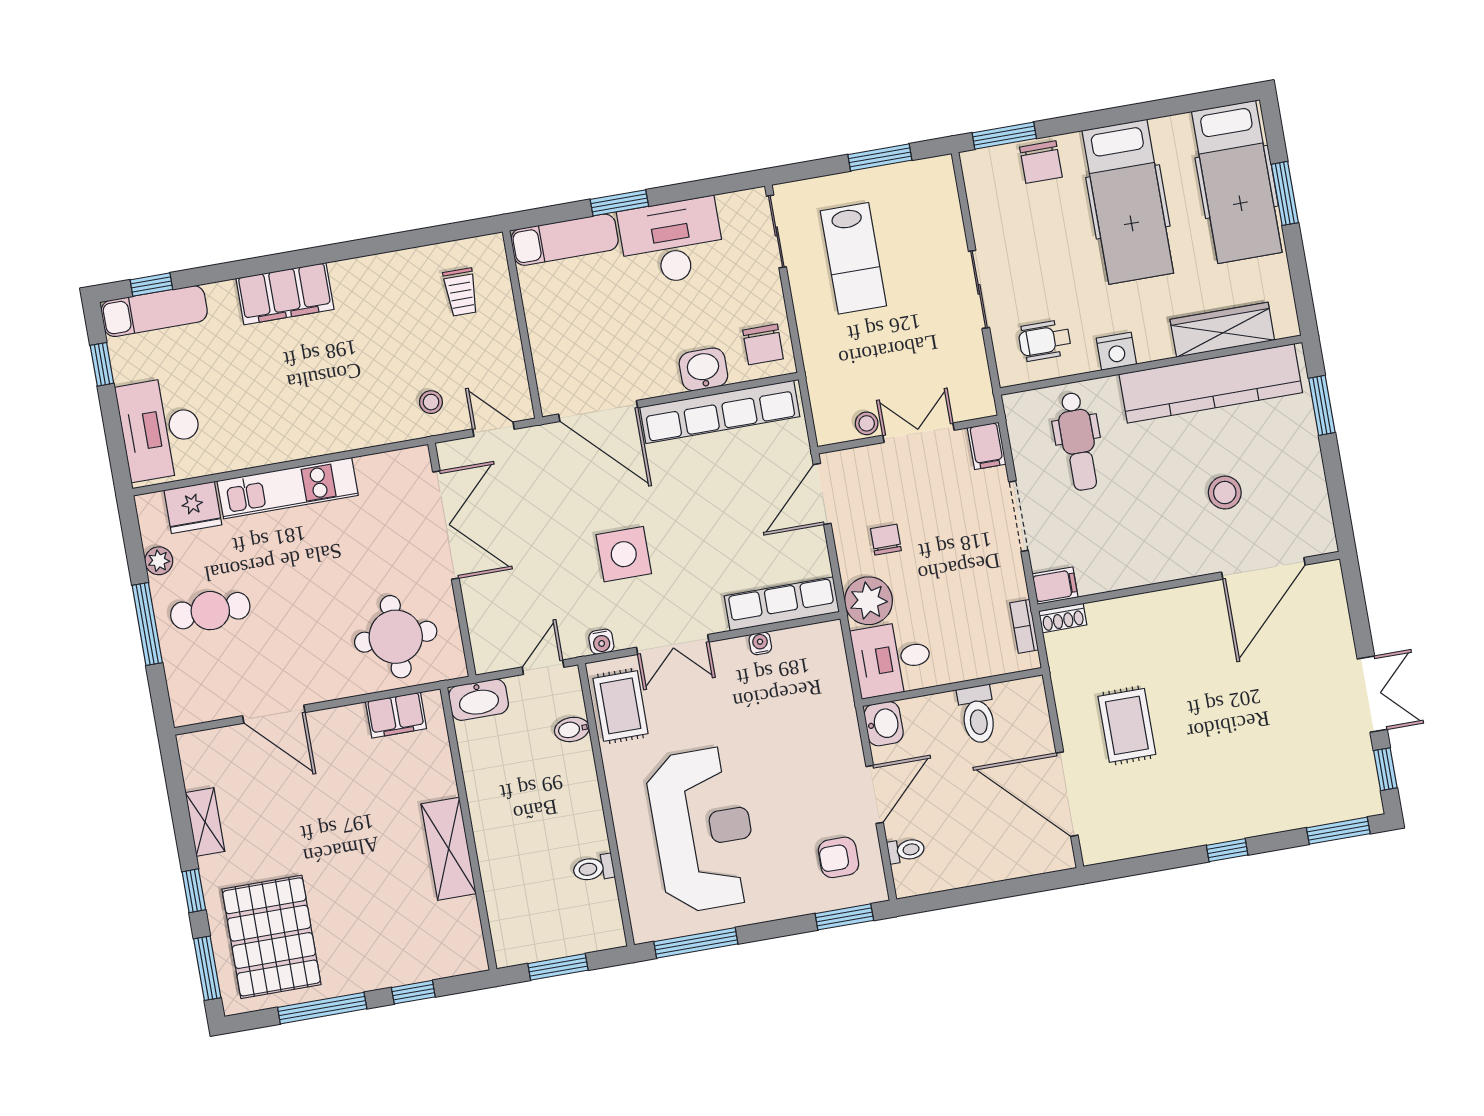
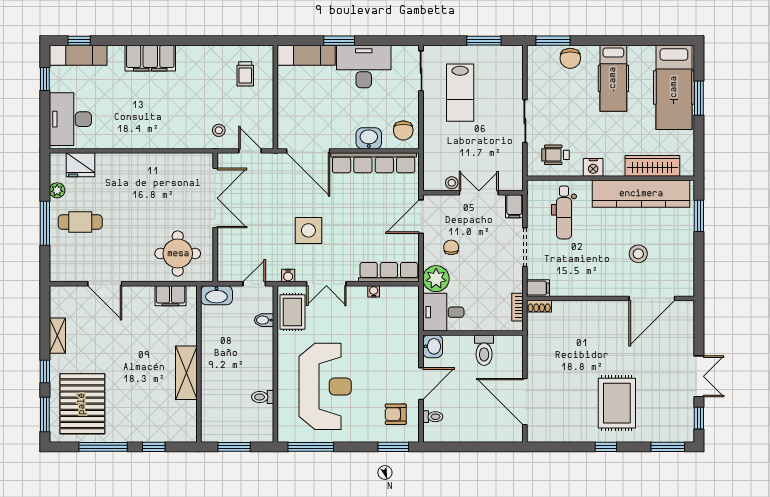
hospital bed: (1128, 202) -> (613, 78), width x0.73, depth x0.78
kitchen unit: (288, 488) -> (133, 163), removed
rug: (1127, 725) -> (617, 403), moved, width x1.36, depth x1.43

